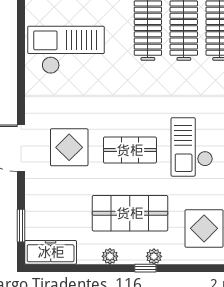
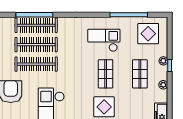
checkout: (192, 147) -> (104, 40), turned 180
shop shelf: (130, 213) -> (140, 74), width x0.70, depth x0.74

